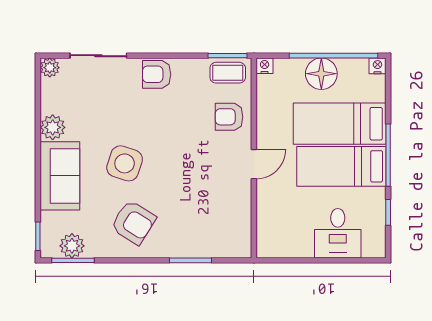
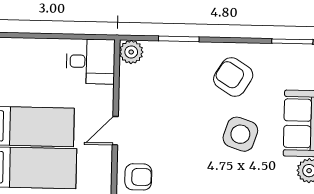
desk: (338, 233) -> (91, 61), moved, turned 90
plant: (72, 246) -> (131, 52), moved

